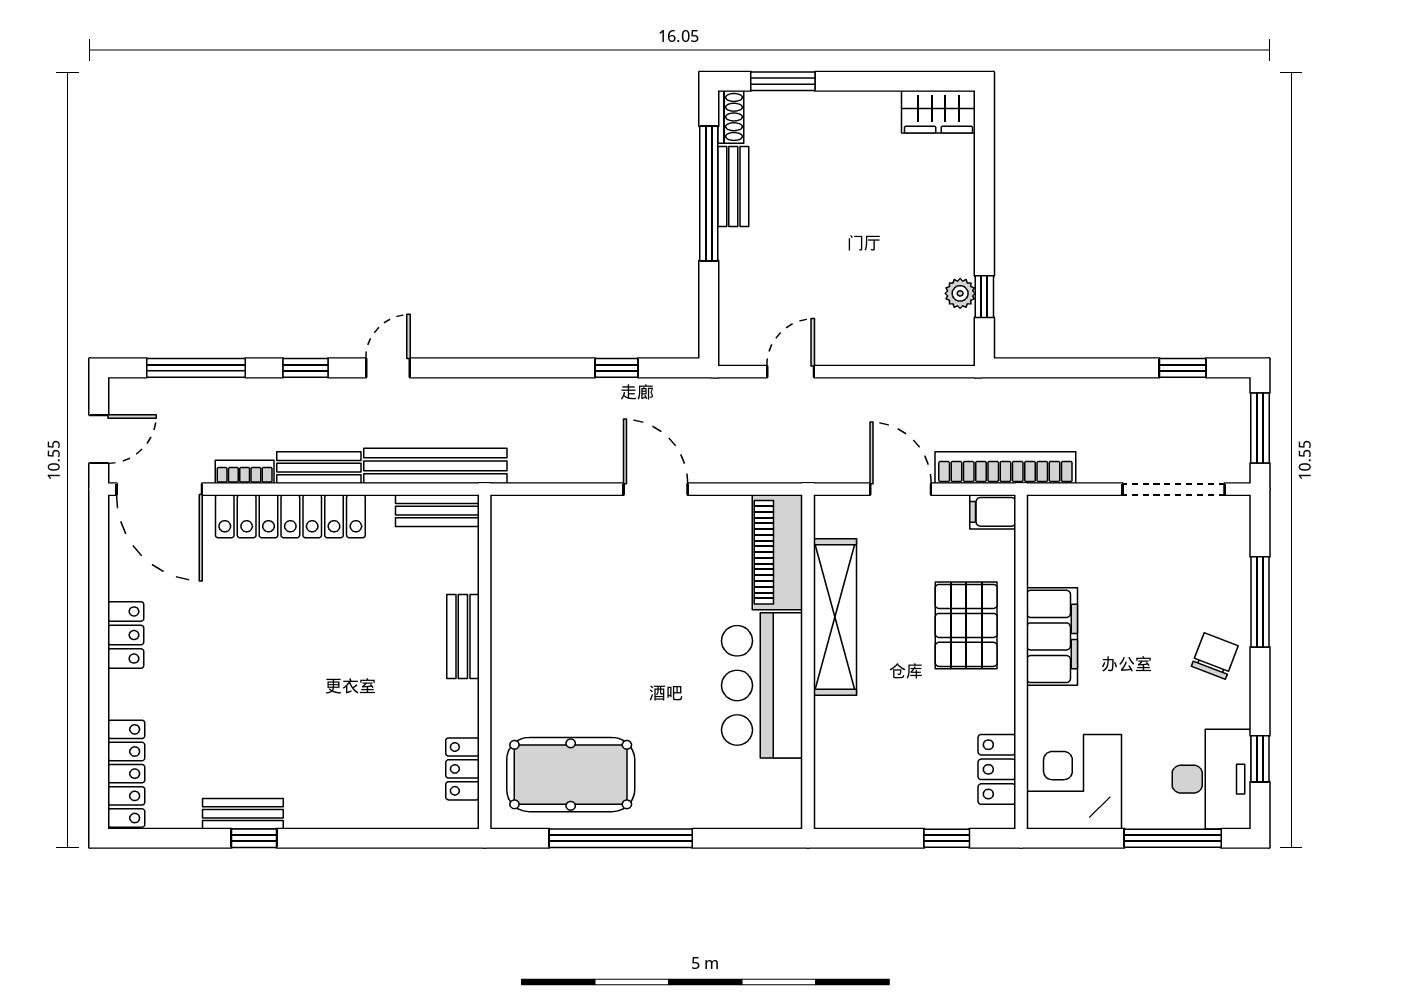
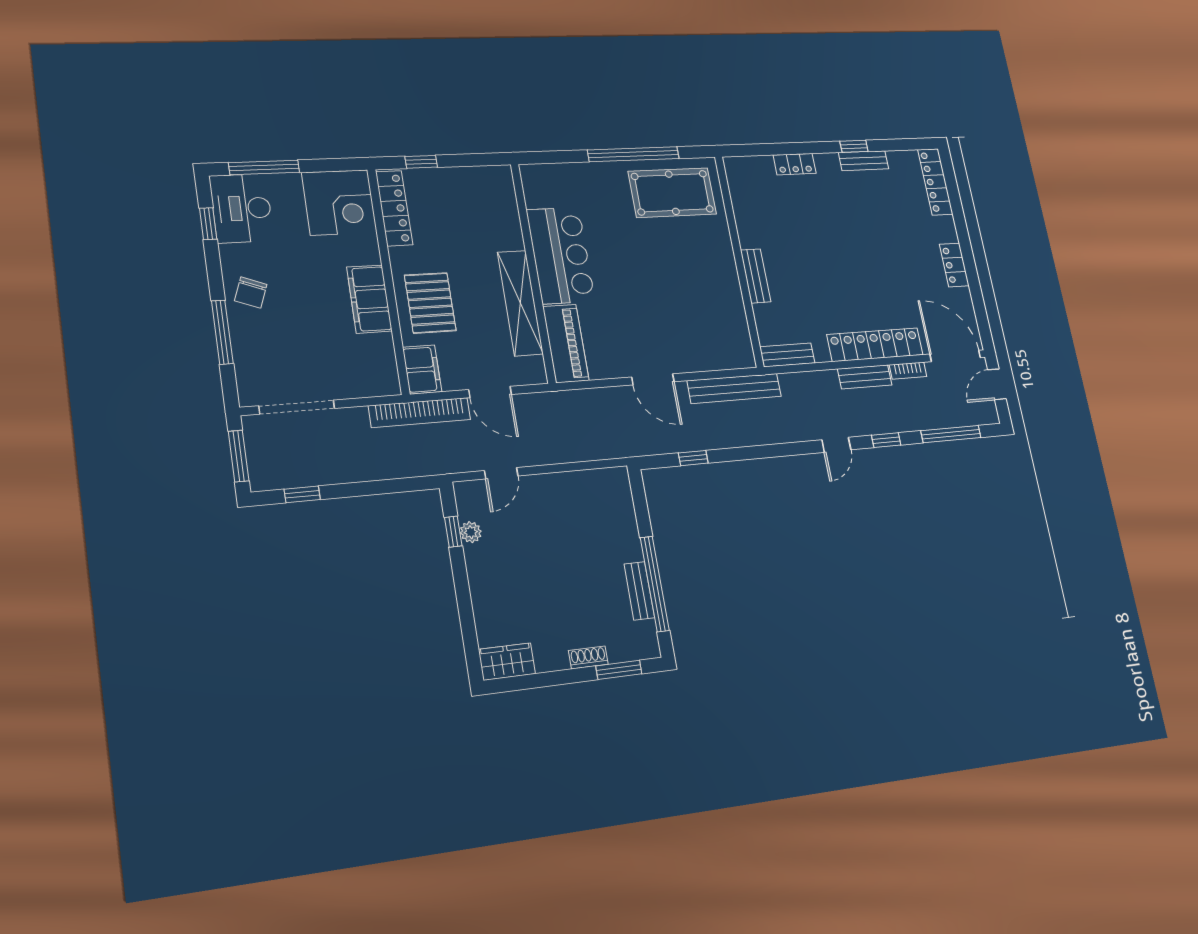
shoe rack: (731, 117) -> (588, 657), moved, turned 90
door: (791, 372) -> (501, 473), moved
bench: (435, 466) -> (734, 389), moved
filing cabinet: (993, 512) -> (422, 370), width x2.00
locker: (462, 769) -> (795, 164), moved, turned 90
locker: (997, 769) -> (394, 208), width x1.53

